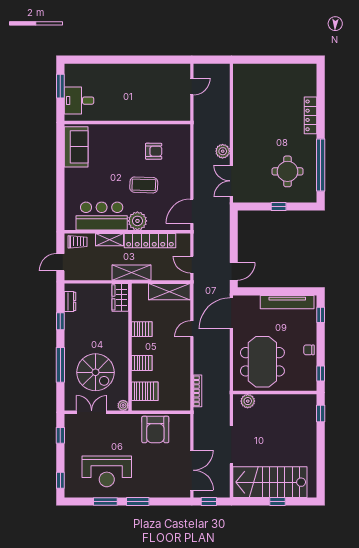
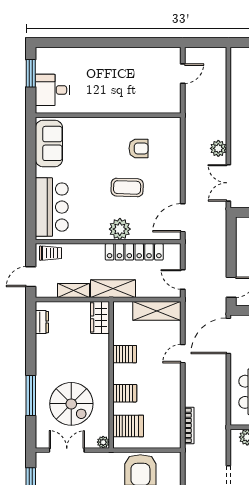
bar counter: (102, 216) -> (52, 207), moved, turned 90
shelving: (110, 240) -> (73, 290), moved
window: (60, 321) -> (31, 345), removed

